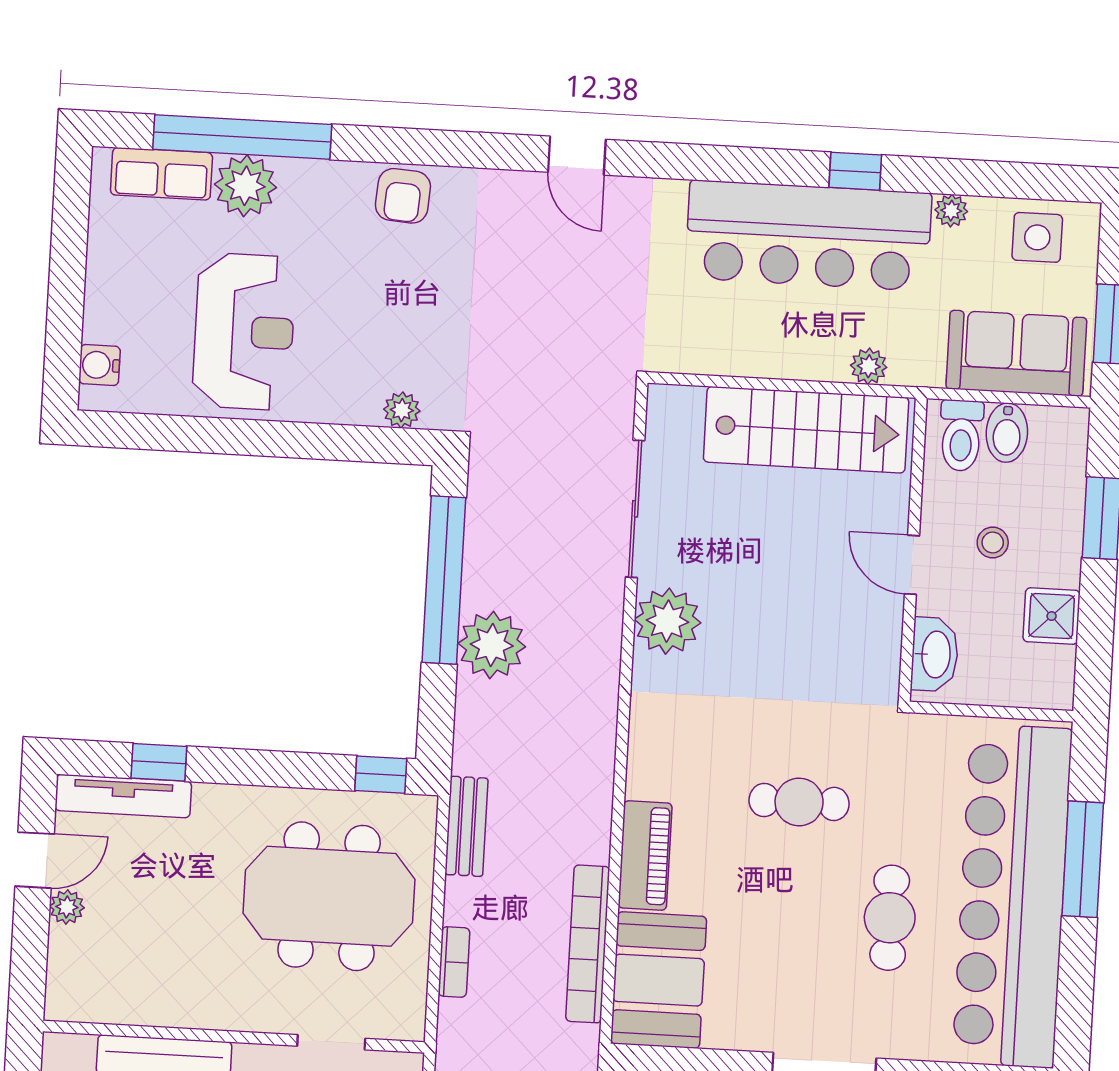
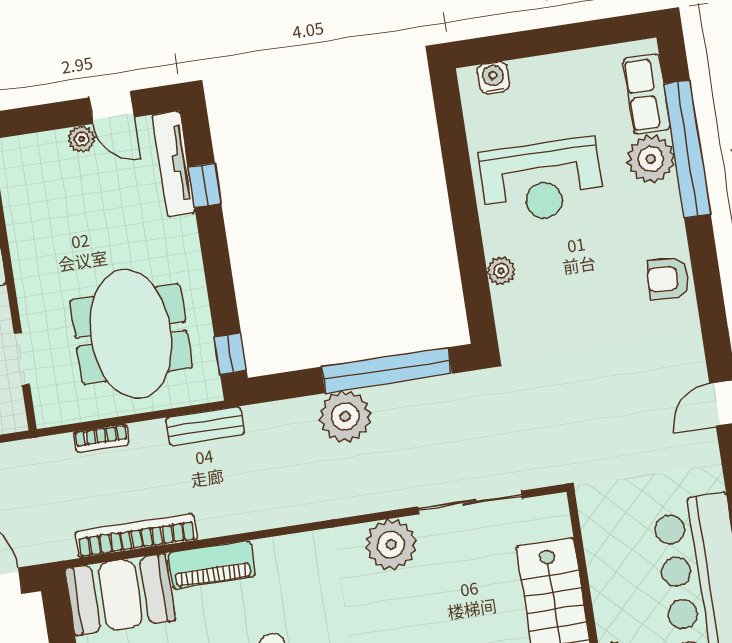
plant: (402, 410) -> (501, 271), moved

